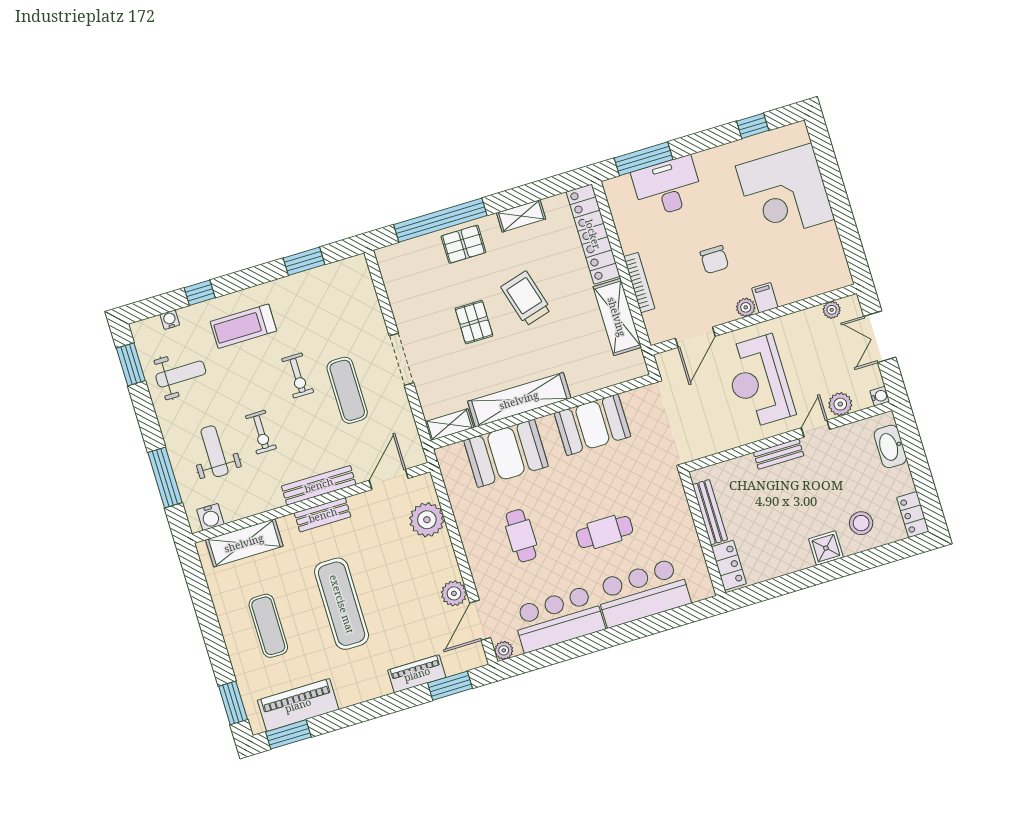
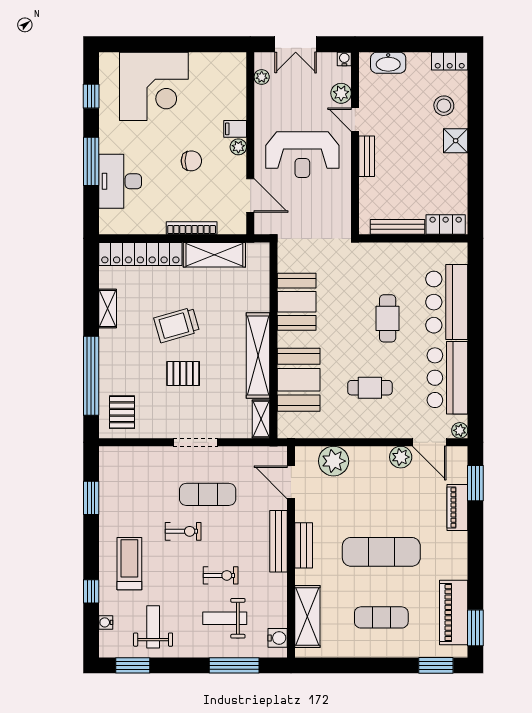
window: (644, 159) -> (91, 161), moved
pallet: (463, 244) -> (122, 412), moved
treadmill: (243, 326) -> (129, 564), turned 180

